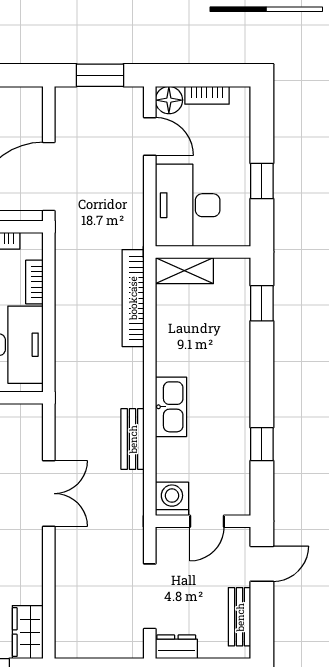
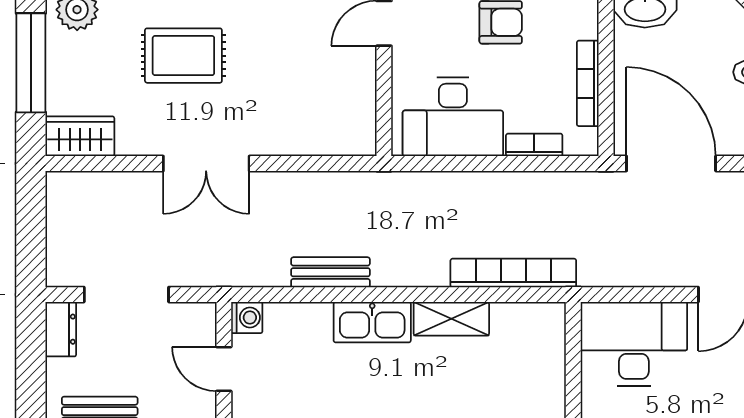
shelving: (184, 271) -> (451, 319), moved, turned 90
double door: (49, 494) -> (206, 163), moved
washing machine: (172, 499) -> (247, 318), width x0.73, depth x0.73

